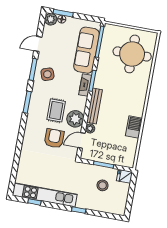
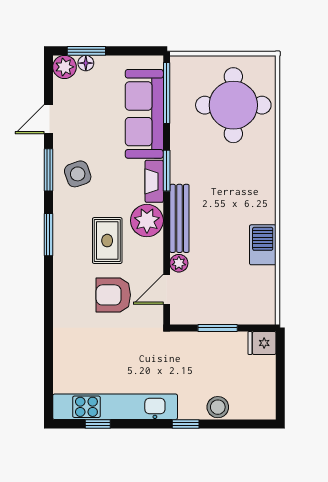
plant: (75, 119) -> (147, 221), moved
armchair: (54, 138) -> (113, 295), turned -90
stool: (102, 185) -> (218, 407), moved

